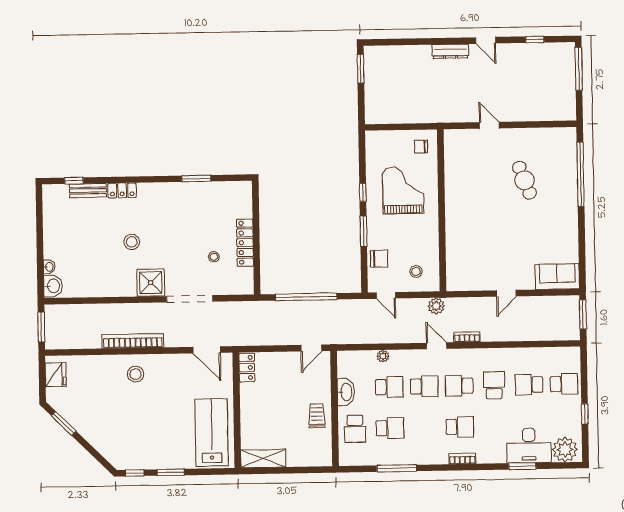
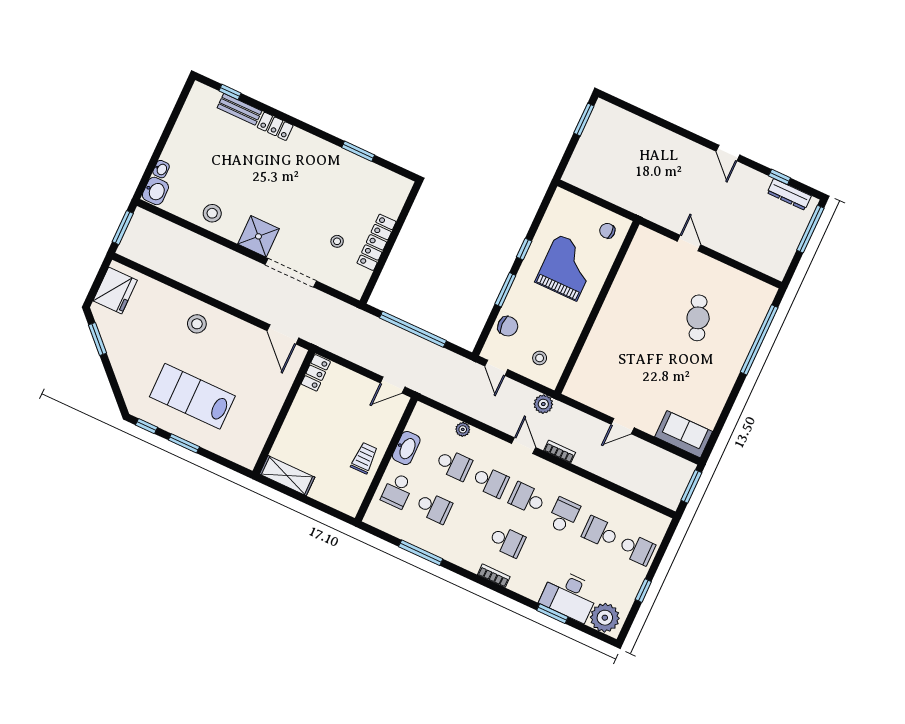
dresser: (450, 51) -> (789, 194), moved
stool: (132, 242) -> (212, 213), moved
bookcase: (133, 341) -> (211, 288), removed
fridge: (56, 375) -> (115, 291), width x1.36, depth x1.34
lab bench: (212, 433) -> (192, 396), moved, turned -90

